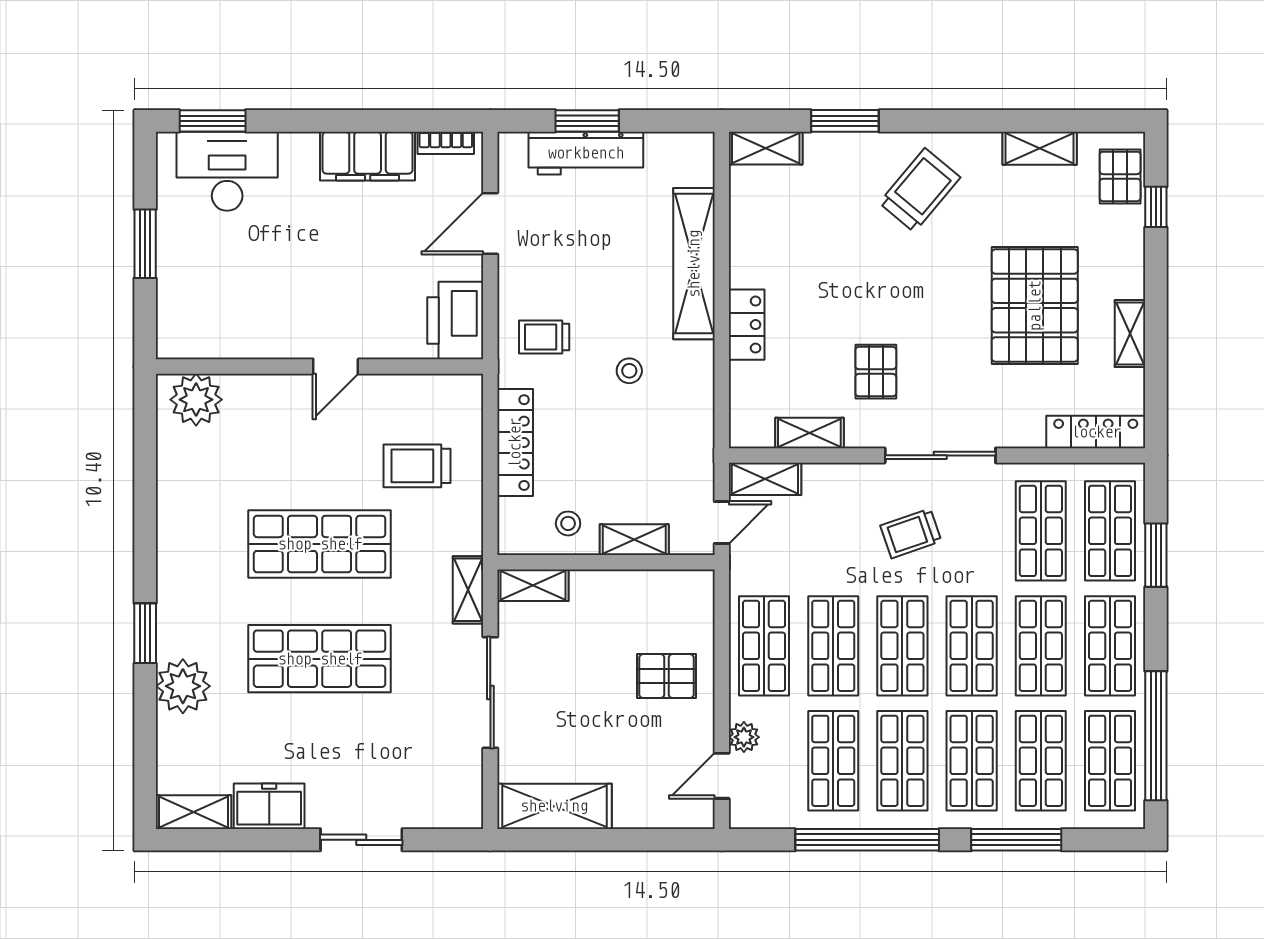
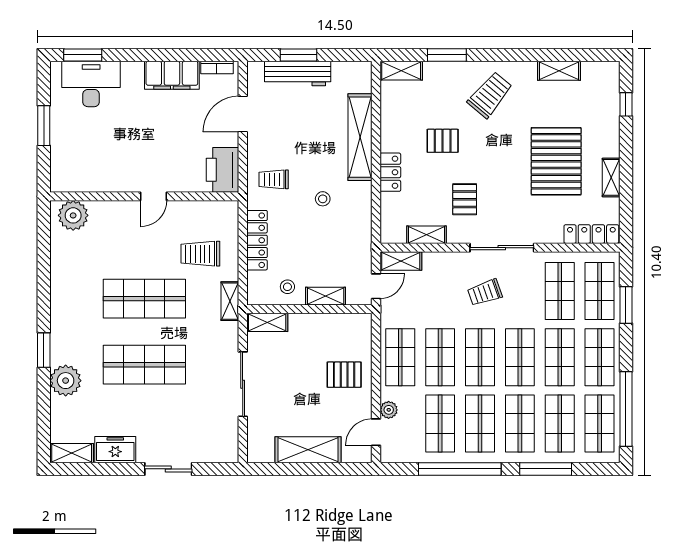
pallet: (1120, 176) -> (443, 141), moved, turned 90
shelving: (468, 590) -> (230, 301), moved
shelving: (554, 806) -> (308, 450), moved

